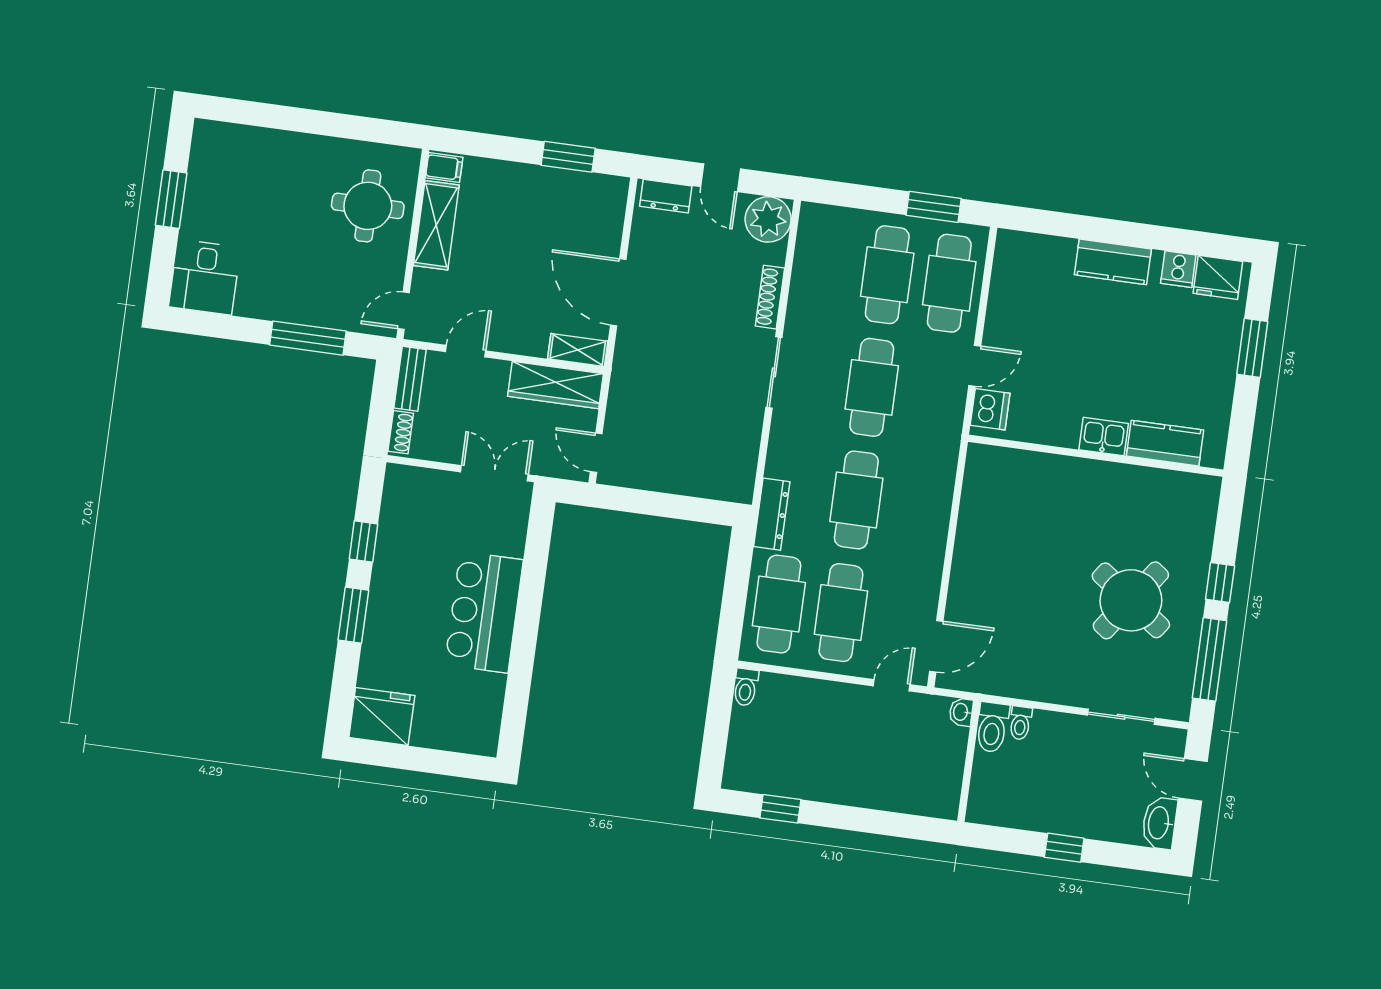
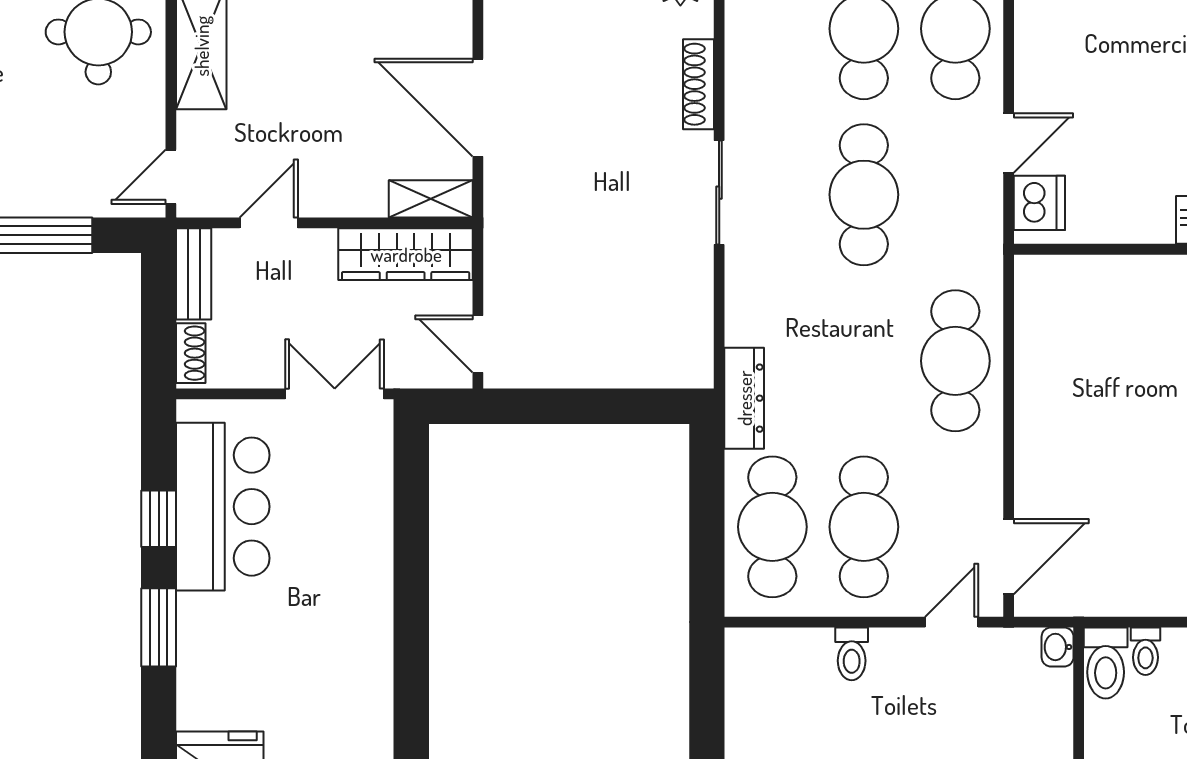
cafe table: (856, 500) -> (955, 361), moved
bar counter: (484, 612) -> (223, 507), moved, turned 180
toilet: (746, 687) -> (852, 654), moved

